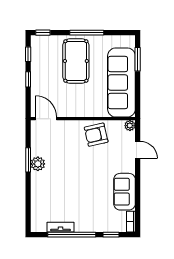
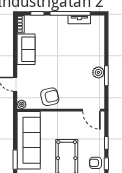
armchair: (41, 55) -> (95, 163), added

